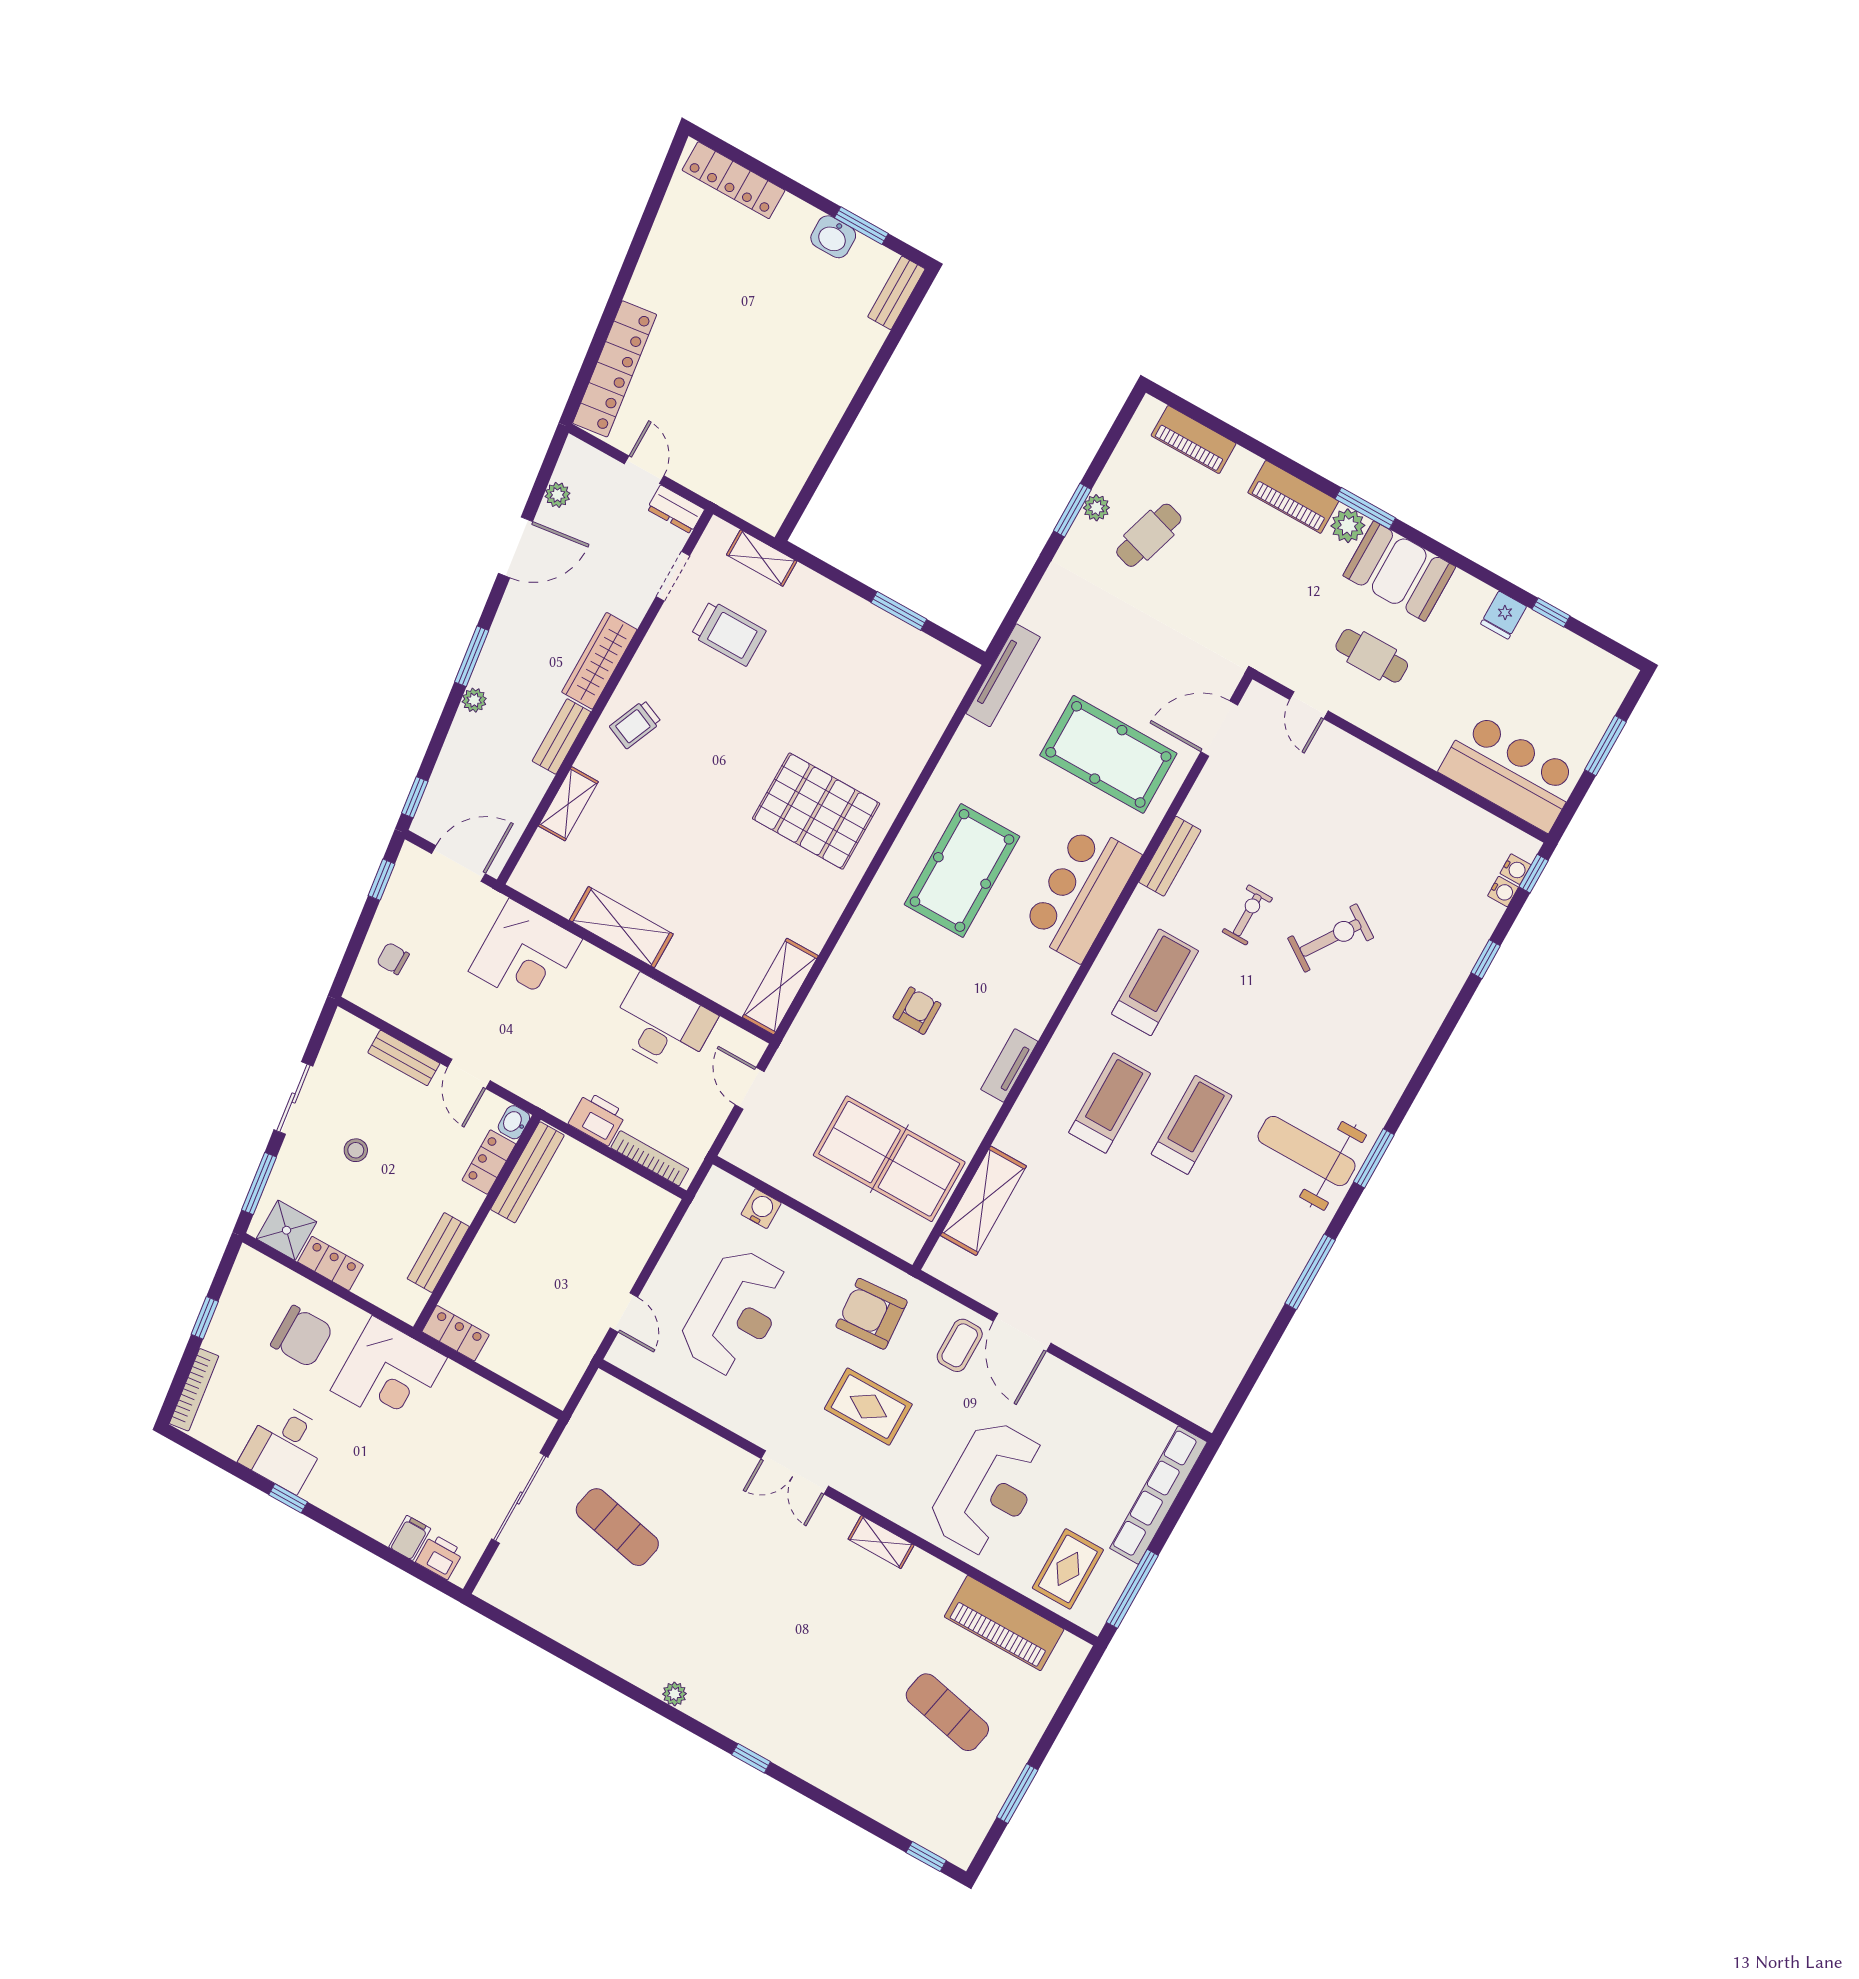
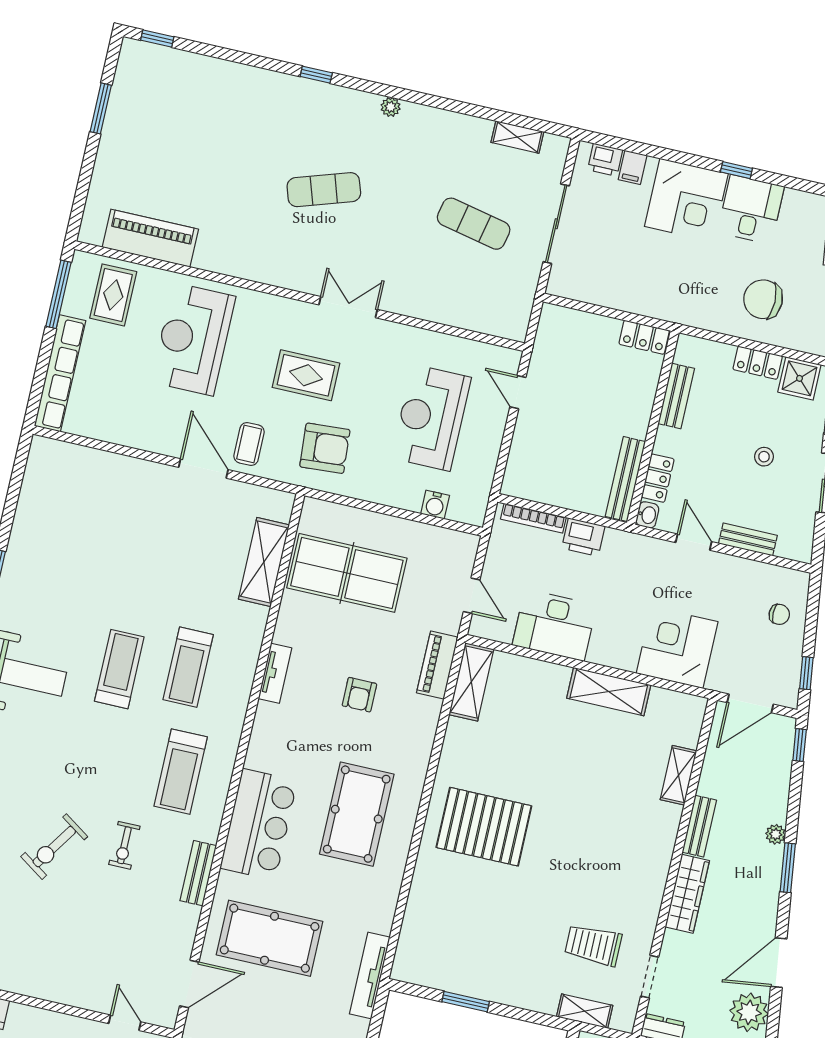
plant: (557, 495) -> (749, 1012), width x1.88, depth x1.88
trolley: (635, 724) -> (645, 853), removed
piano: (815, 1018) -> (437, 665), added
treadmill: (1192, 1125) -> (119, 669), turned 180
corner desk: (389, 1374) -> (686, 200), moved, turned 180
shelving: (881, 1542) -> (517, 137), moved
exercise mat: (947, 1712) -> (324, 190), moved, turned -30

